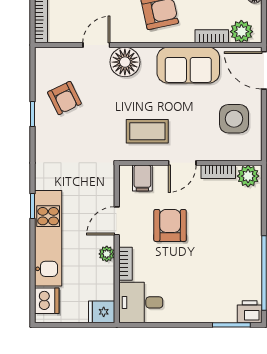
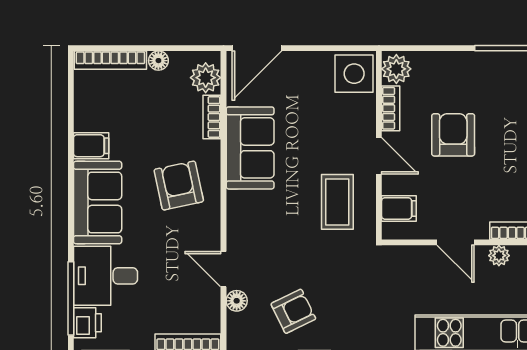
floor lamp: (125, 62) -> (237, 301), moved, width x0.53, depth x0.53
side table: (234, 119) -> (354, 74), moved
armchair: (170, 225) -> (453, 135), moved, turned 90

